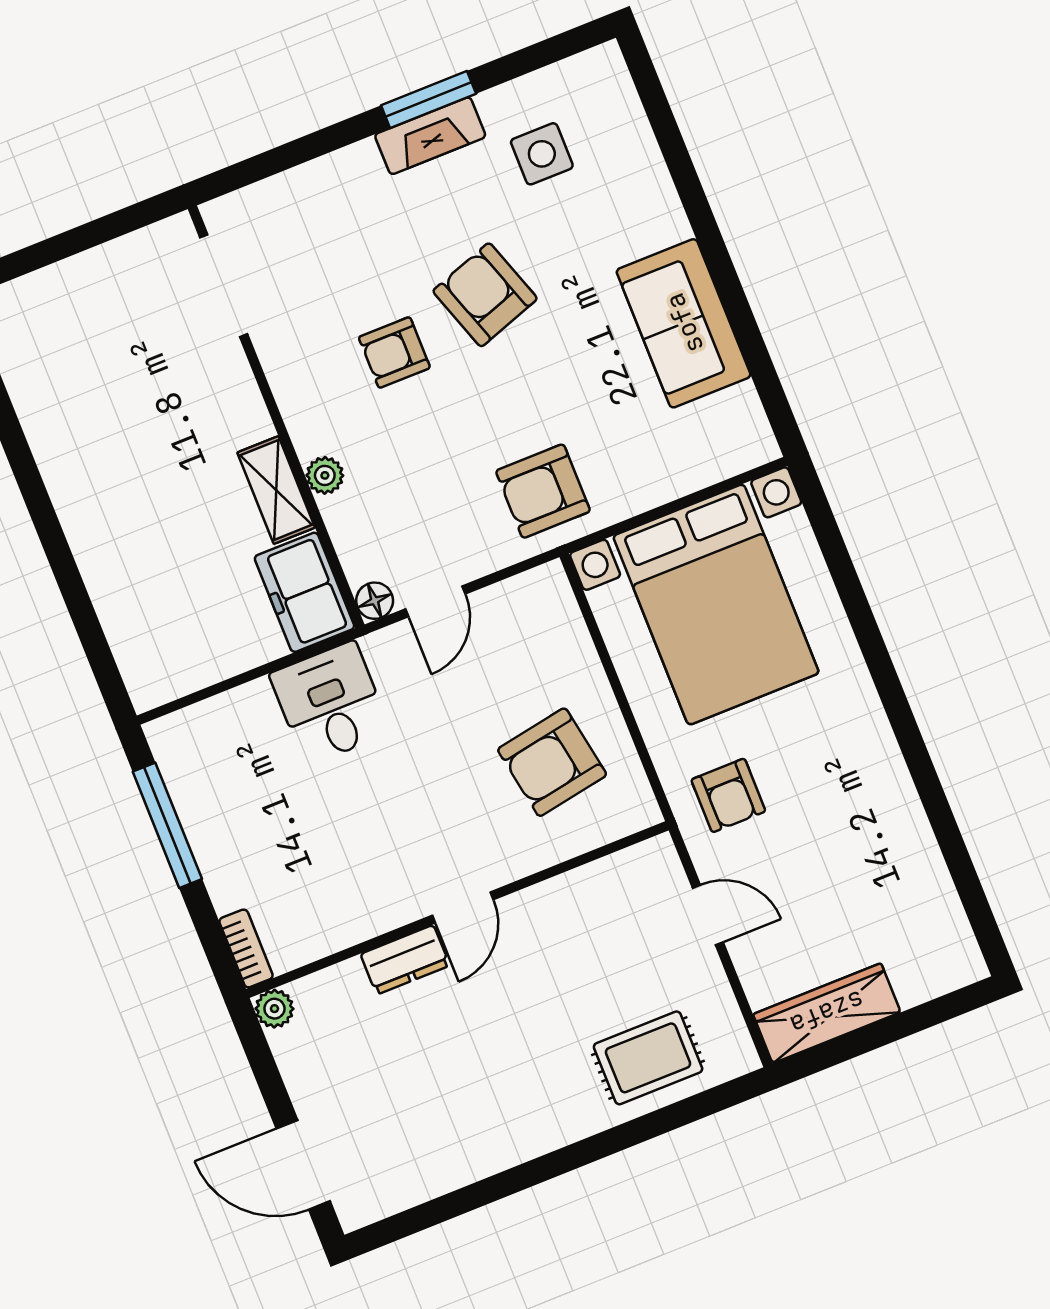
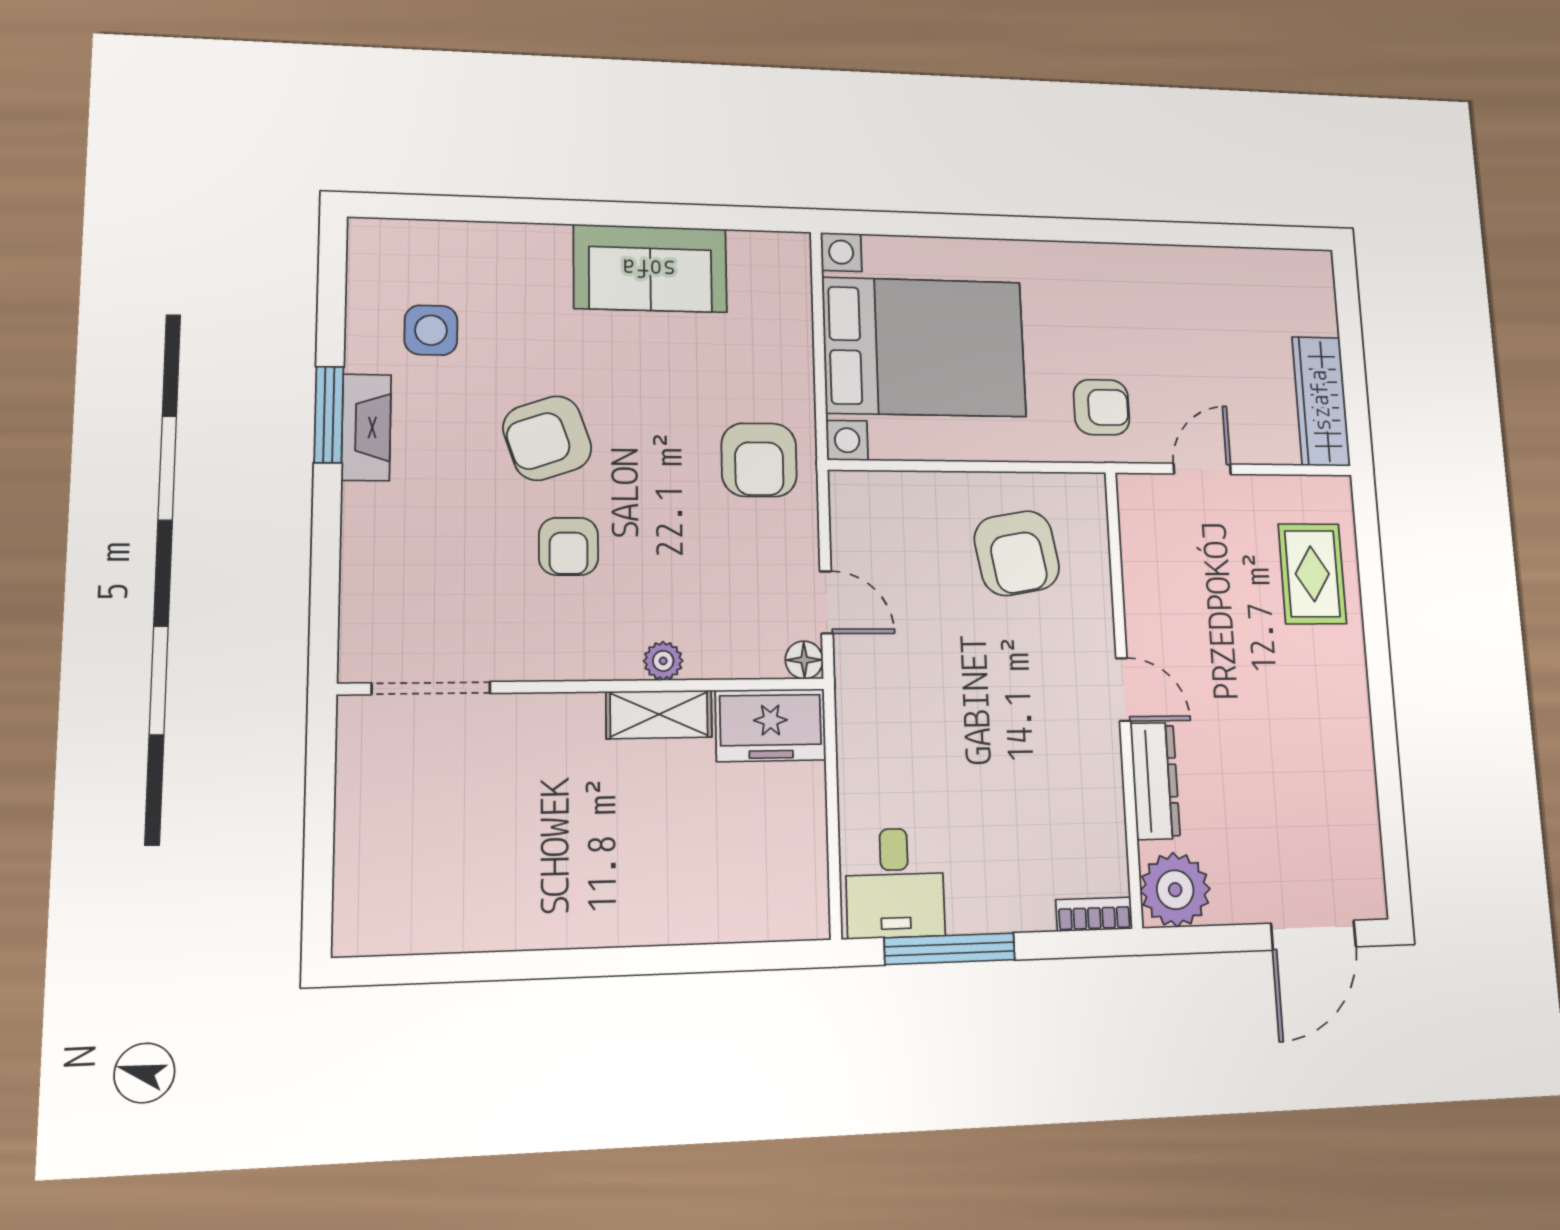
desk: (330, 703) -> (895, 883), moved, turned -90
dresser: (405, 960) -> (1155, 781), width x1.44
plant: (274, 1009) -> (1175, 890), width x1.87, depth x1.87

